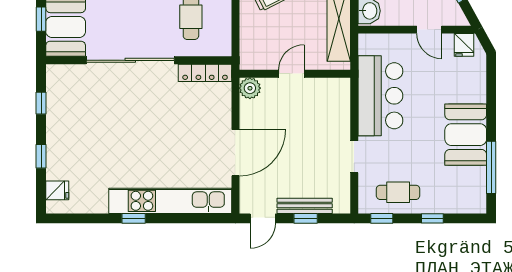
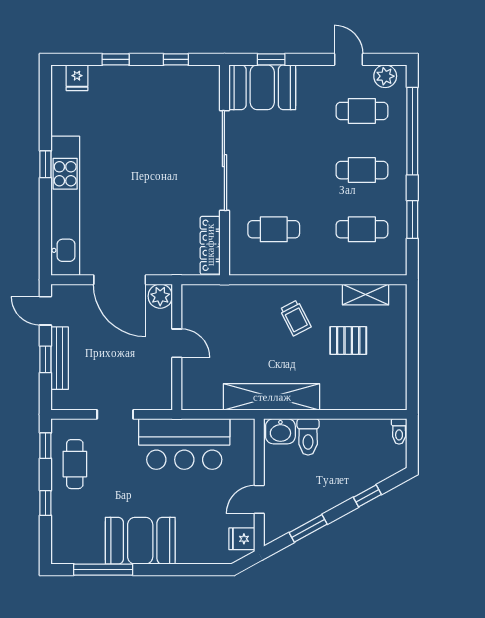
door: (291, 74) -> (177, 343), moved
wall: (295, 74) -> (177, 347), moved
plant: (250, 88) -> (160, 296), moved

